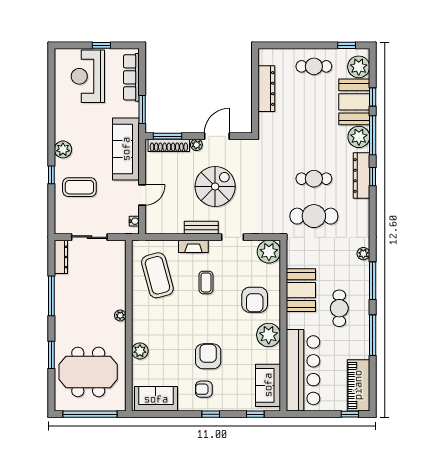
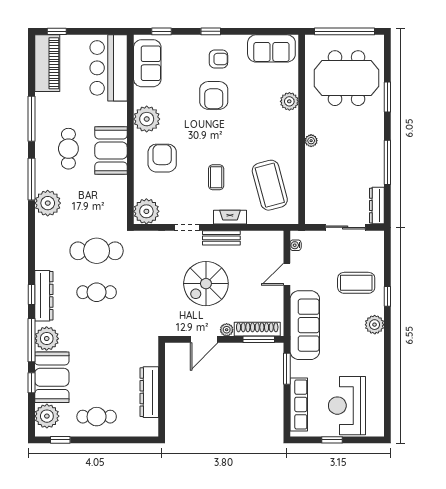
reception desk: (88, 76) -> (347, 406), turned 180
plant: (363, 254) -> (48, 203), width x1.87, depth x1.87
booth: (301, 290) -> (111, 151), moved
bar counter: (303, 370) -> (109, 68), width x0.73

